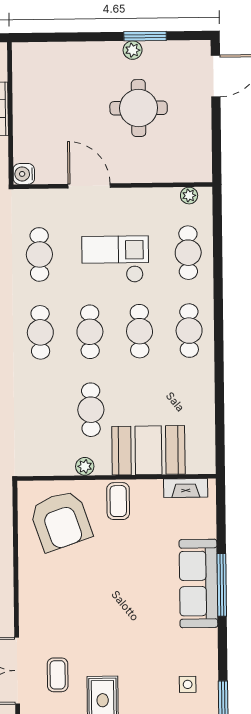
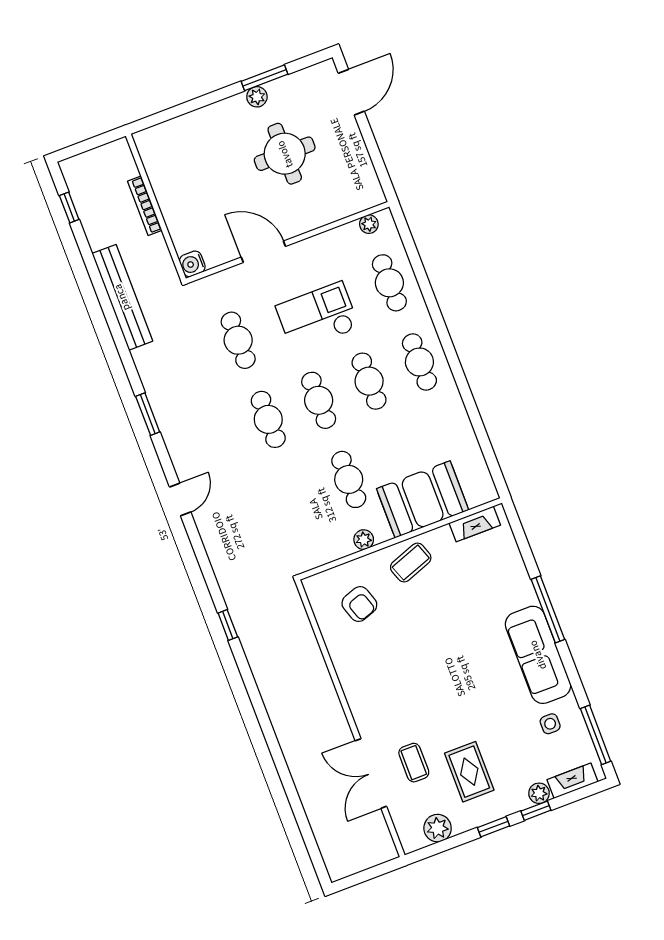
coffee table: (118, 501) -> (411, 563), turned 70
armchair: (61, 521) -> (359, 604), width x0.53, depth x0.53
sofa: (198, 583) -> (538, 655), moved

